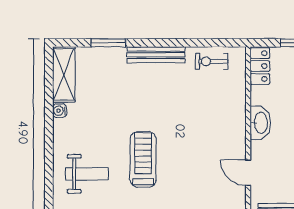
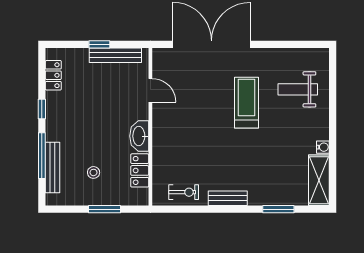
bench: (156, 55) -> (228, 198), width x0.73
locker: (260, 66) -> (140, 170), moved
treadmill: (143, 159) -> (247, 103), turned 180

